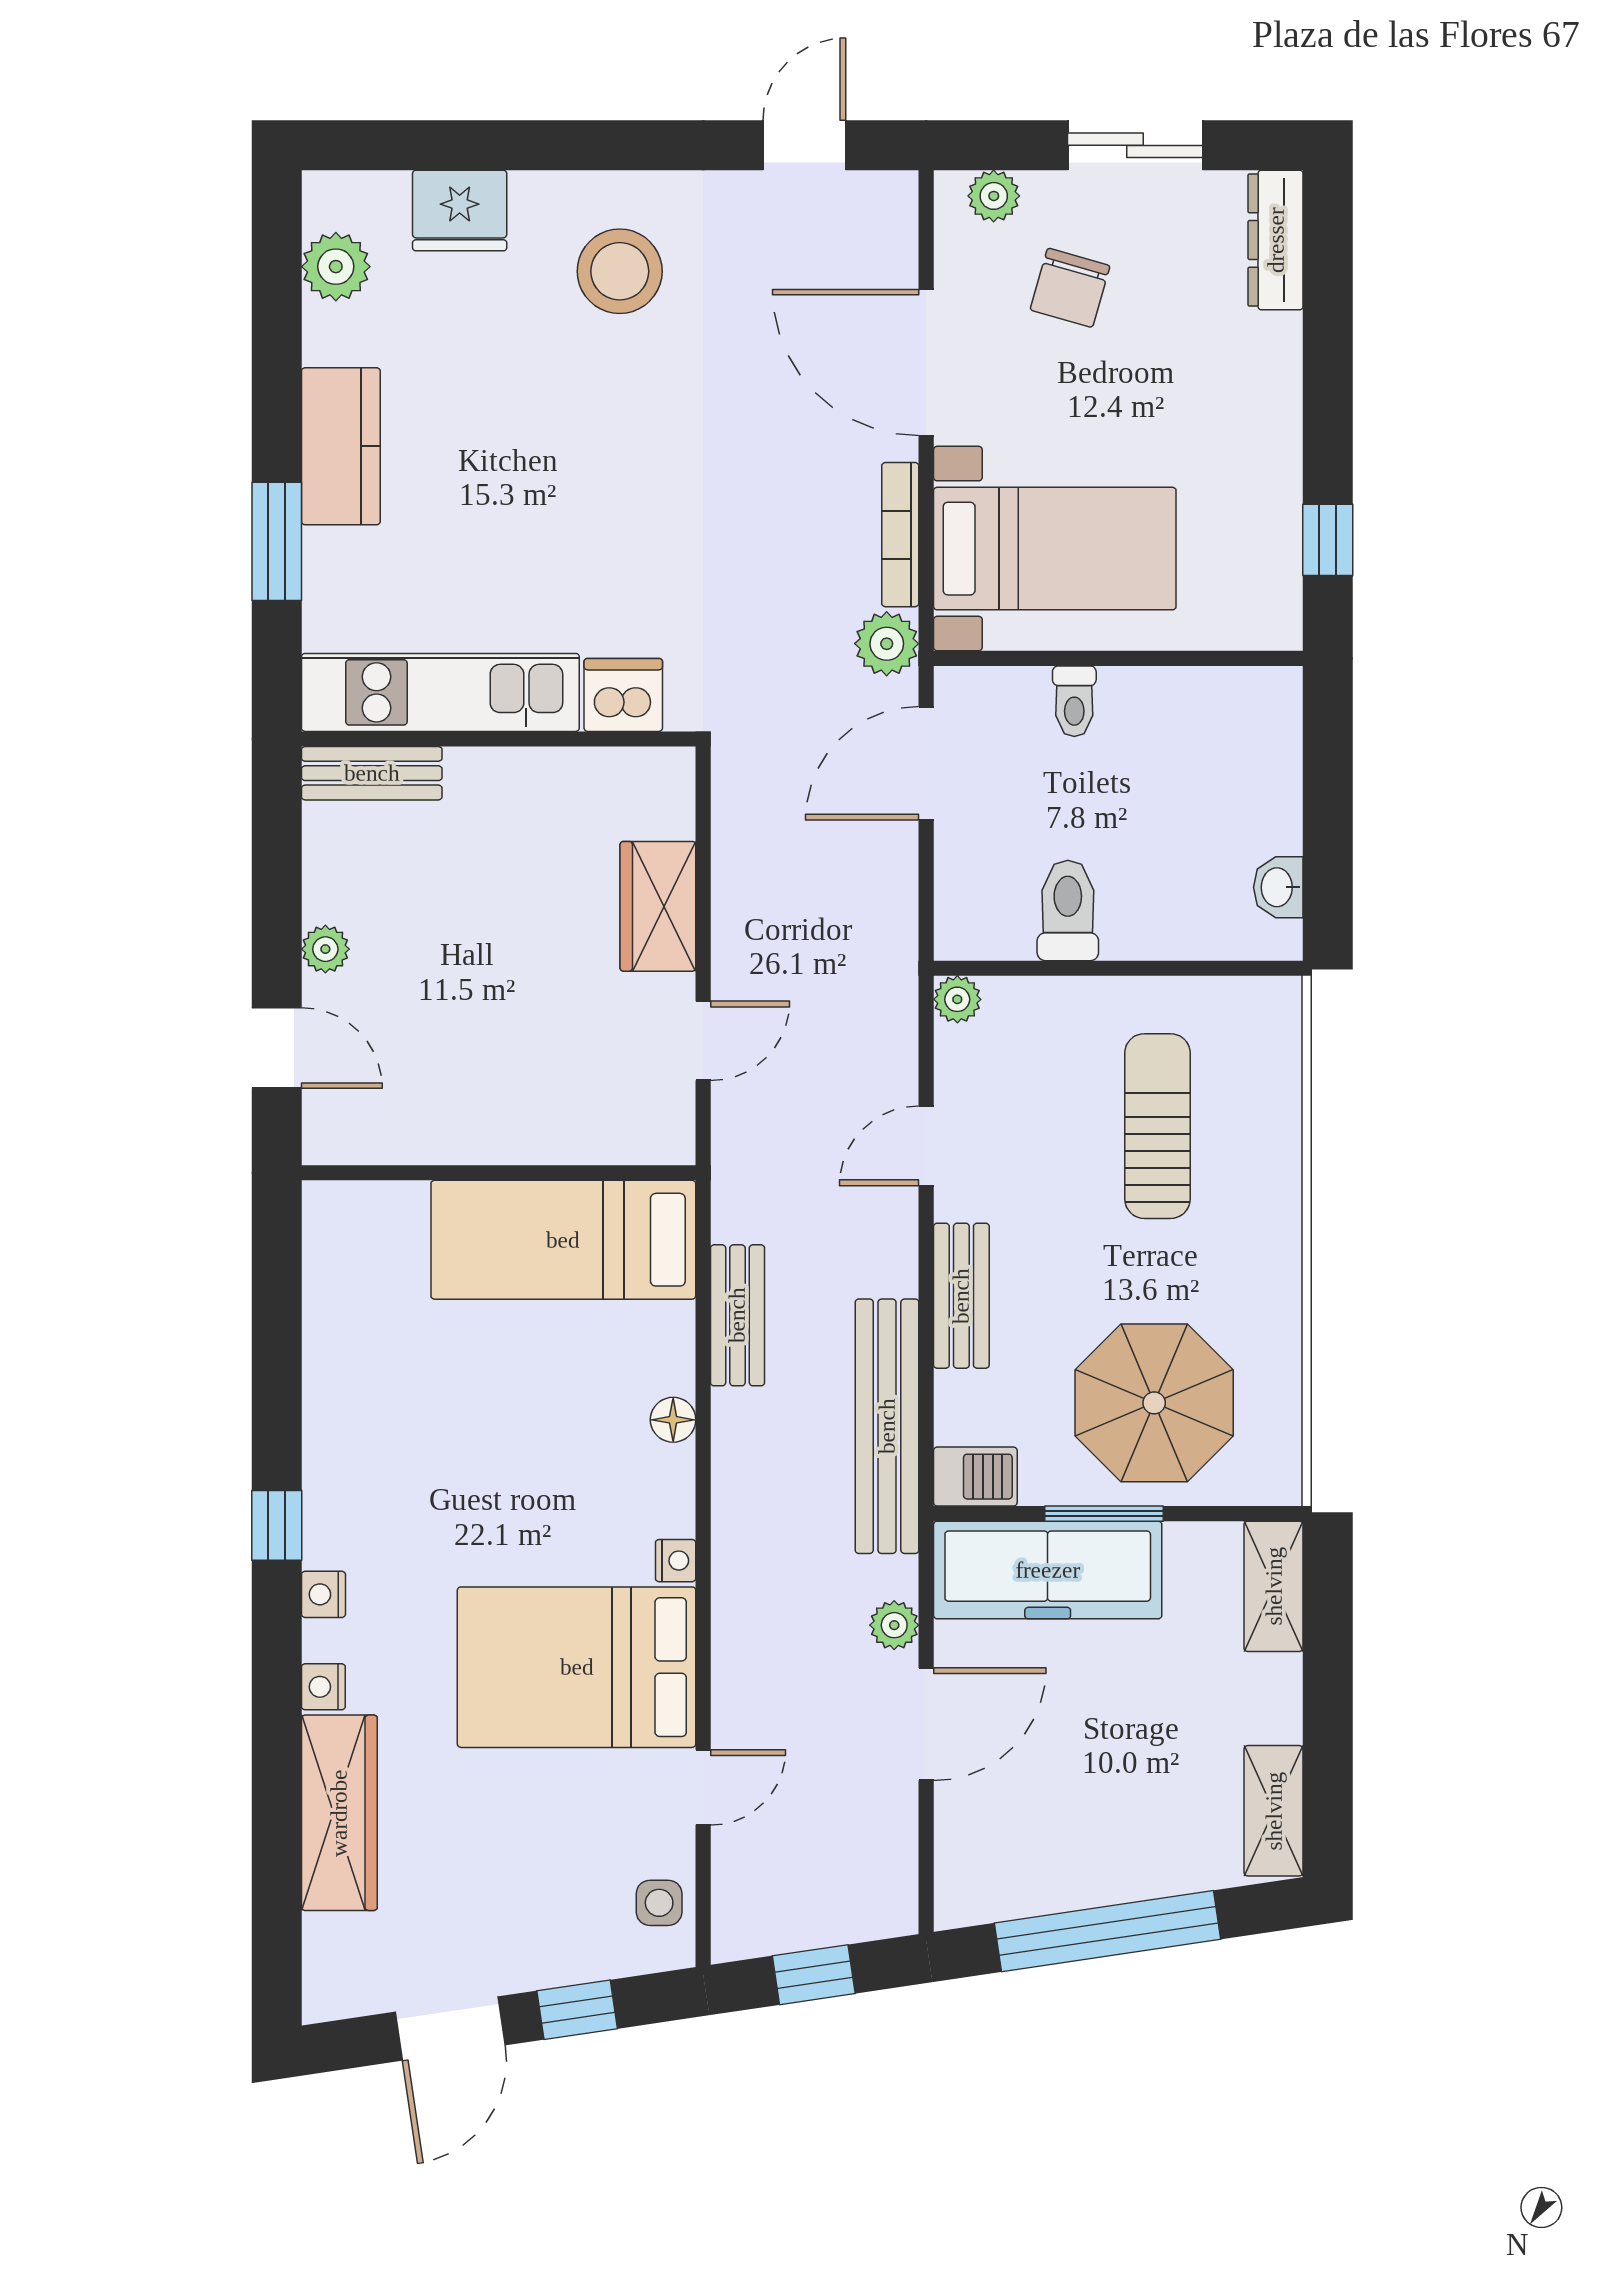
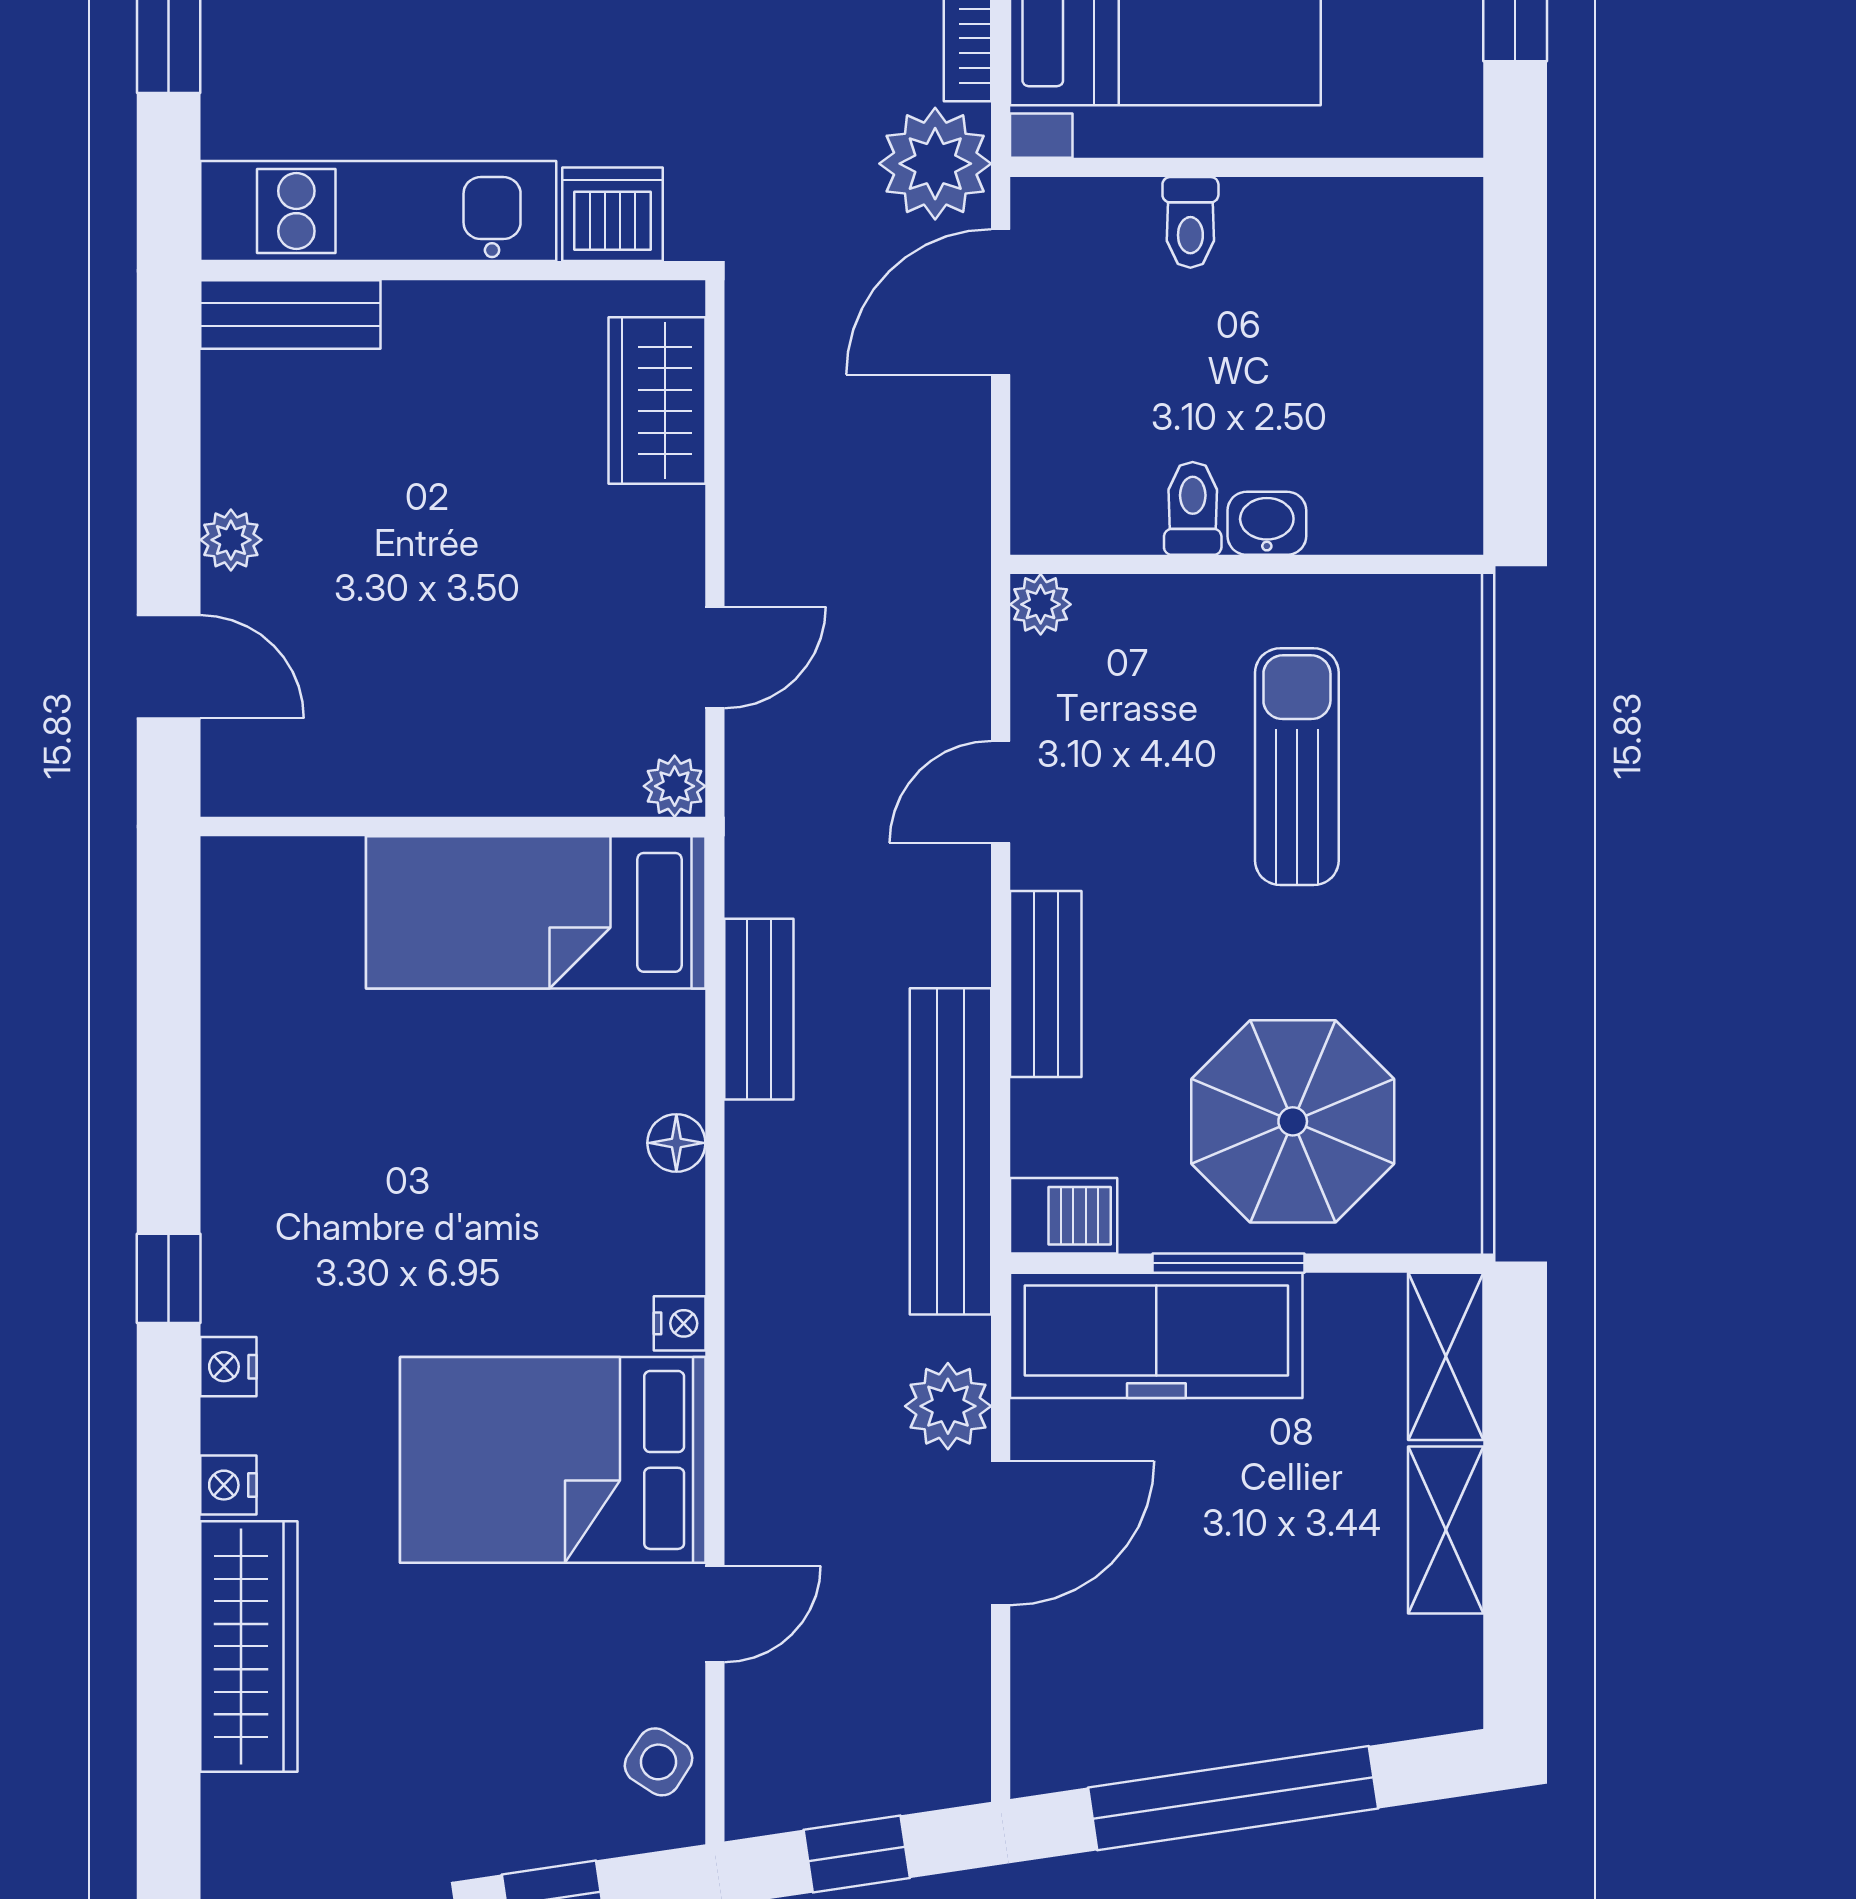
plant: (887, 644) -> (935, 164), width x1.36, depth x1.36
washbasin: (1278, 887) -> (1267, 523), moved, turned 90
wardrobe: (658, 906) -> (657, 400), moved
toilet: (1068, 910) -> (1193, 508), width x0.73, depth x0.72
plant: (672, 1141) -> (675, 786), added
plant: (894, 1625) -> (948, 1406), width x1.38, depth x1.38
shelving: (1274, 1811) -> (1446, 1530), moved
side table: (659, 1903) -> (658, 1762), turned 33

